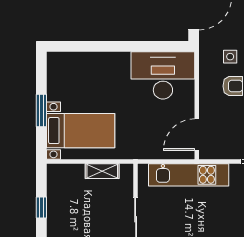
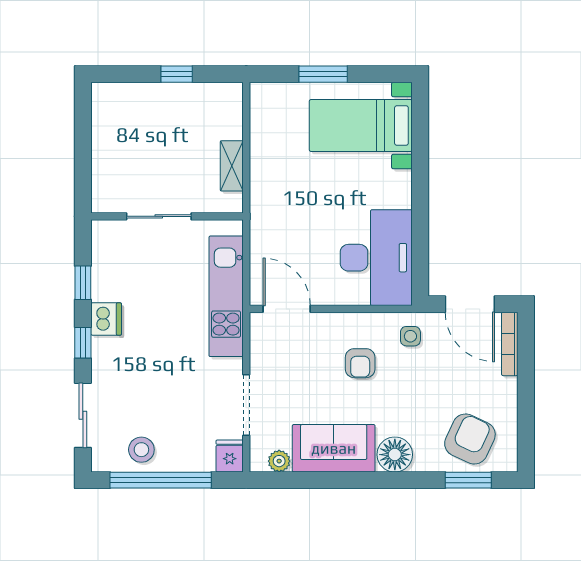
side table: (230, 57) -> (410, 336), moved
bed with nightstands: (81, 131) -> (361, 125), moved, turned 90

